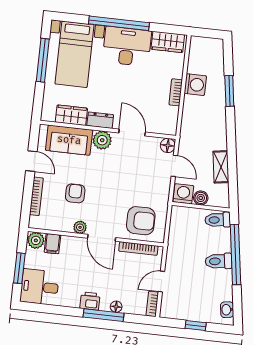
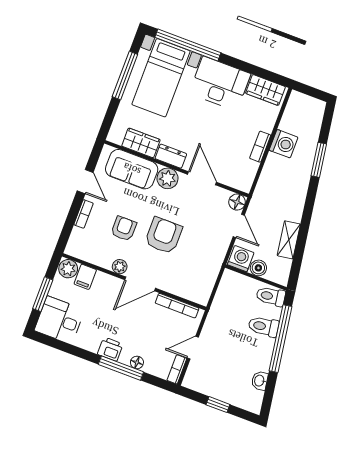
window: (119, 23) -> (188, 45), moved
bookcase: (36, 196) -> (84, 214), width x0.64
armchair: (141, 221) -> (163, 236), moved, turned -90
door: (102, 238) -> (140, 284), hinge flipped
toilet: (219, 261) -> (264, 326), moved
washbasin: (227, 310) -> (260, 381), moved

